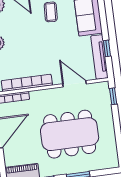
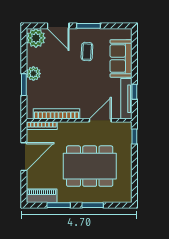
door: (75, 84) -> (100, 120), hinge flipped

